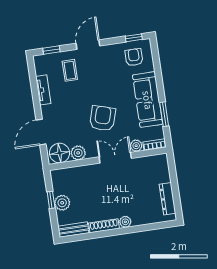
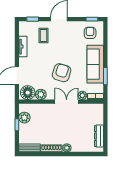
plant: (62, 203) -> (24, 118), moved

